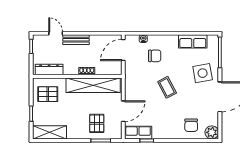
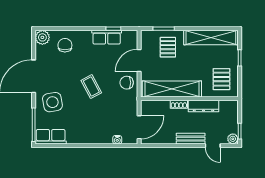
plant: (37, 39) -> (233, 139), added
row of seats: (193, 41) -> (51, 137), moved
chair: (155, 56) -> (127, 83), moved
dresser: (49, 70) -> (203, 106), moved
pallet: (48, 94) -> (221, 79), turned 90
shelving: (49, 132) -> (211, 38), width x1.47
row of seats: (138, 133) -> (107, 37), moved

